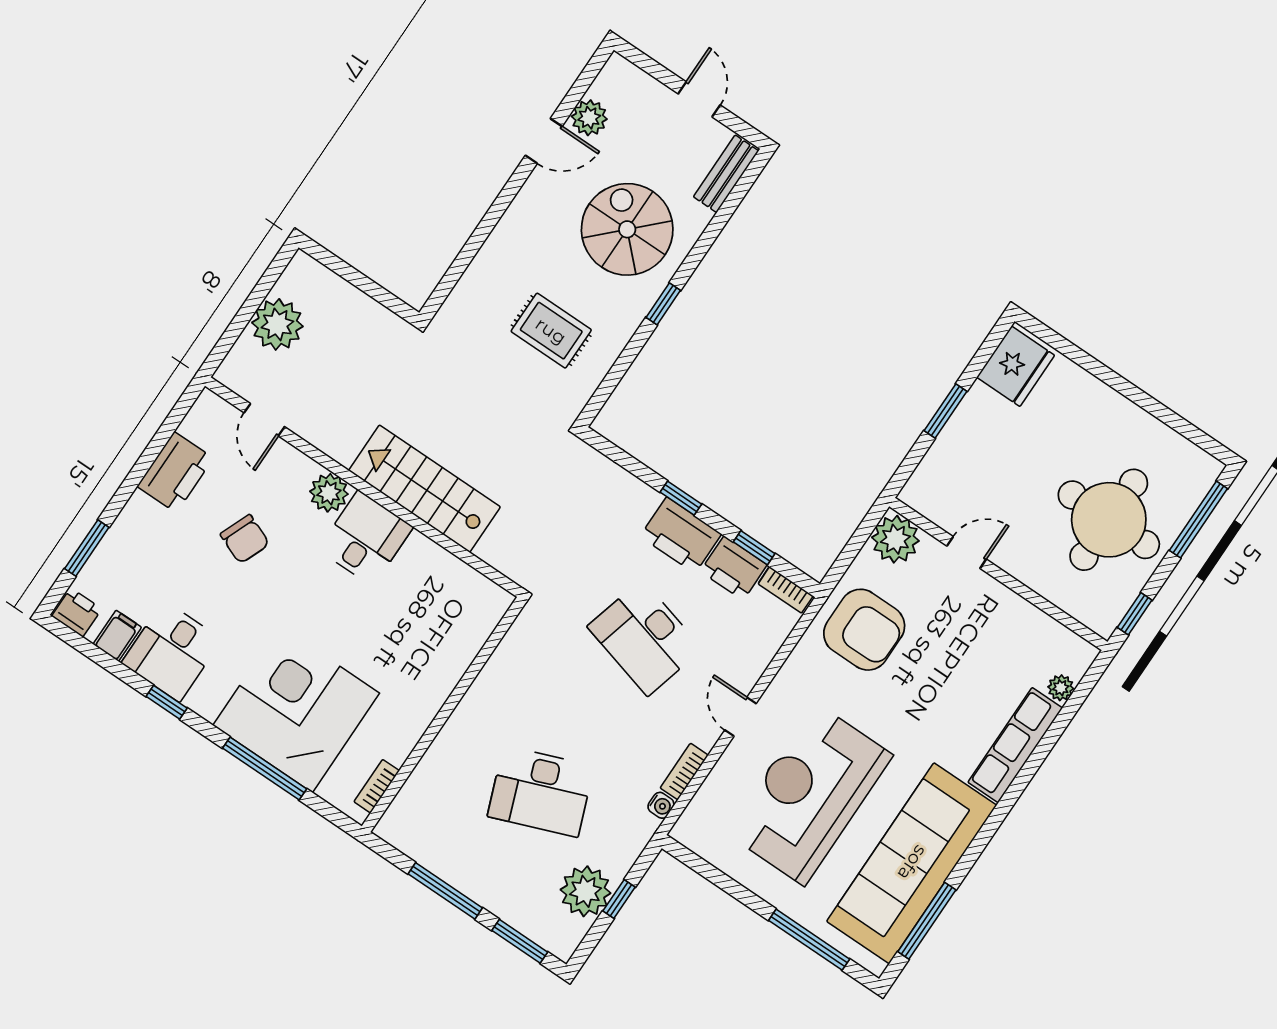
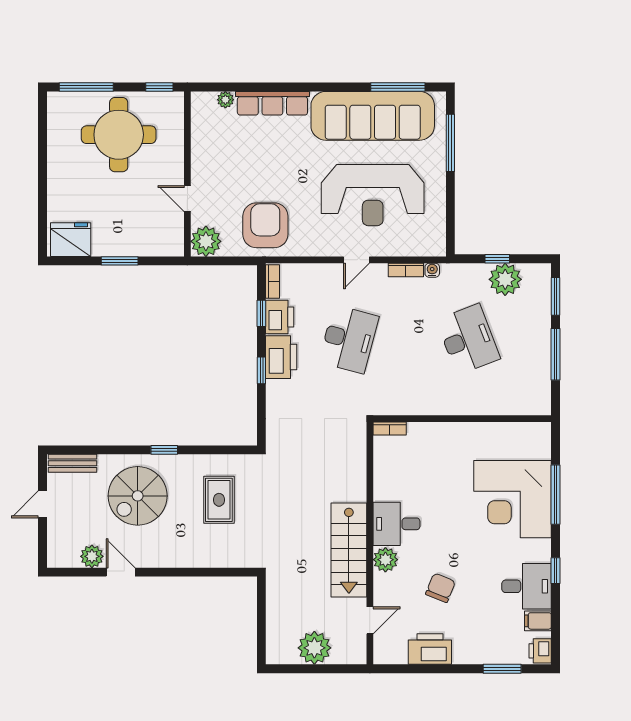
stairs: (424, 489) -> (349, 550), moved
bookcase: (377, 786) -> (390, 429), moved

